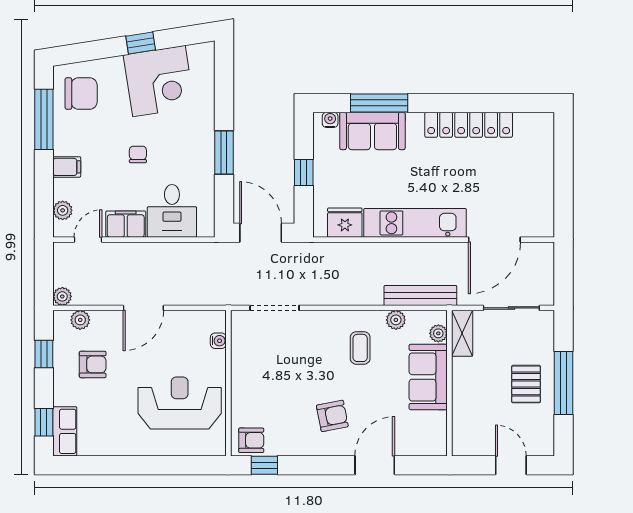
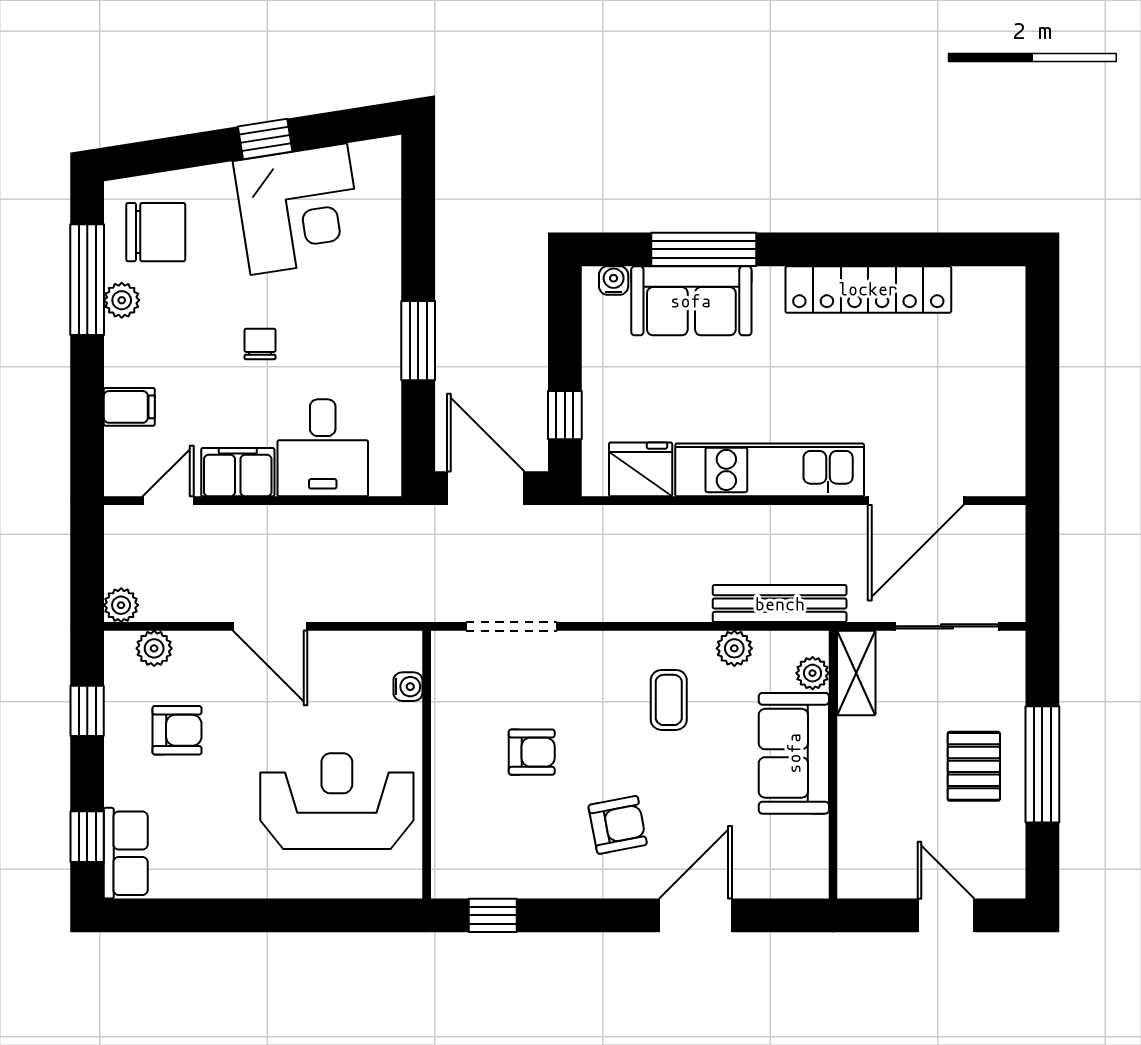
filing cabinet: (67, 167) -> (129, 407), moved
window: (304, 173) -> (565, 415), moved
plant: (63, 210) -> (122, 300), moved
door: (143, 308) -> (270, 626), hinge flipped
armchair: (251, 440) -> (532, 752), moved

